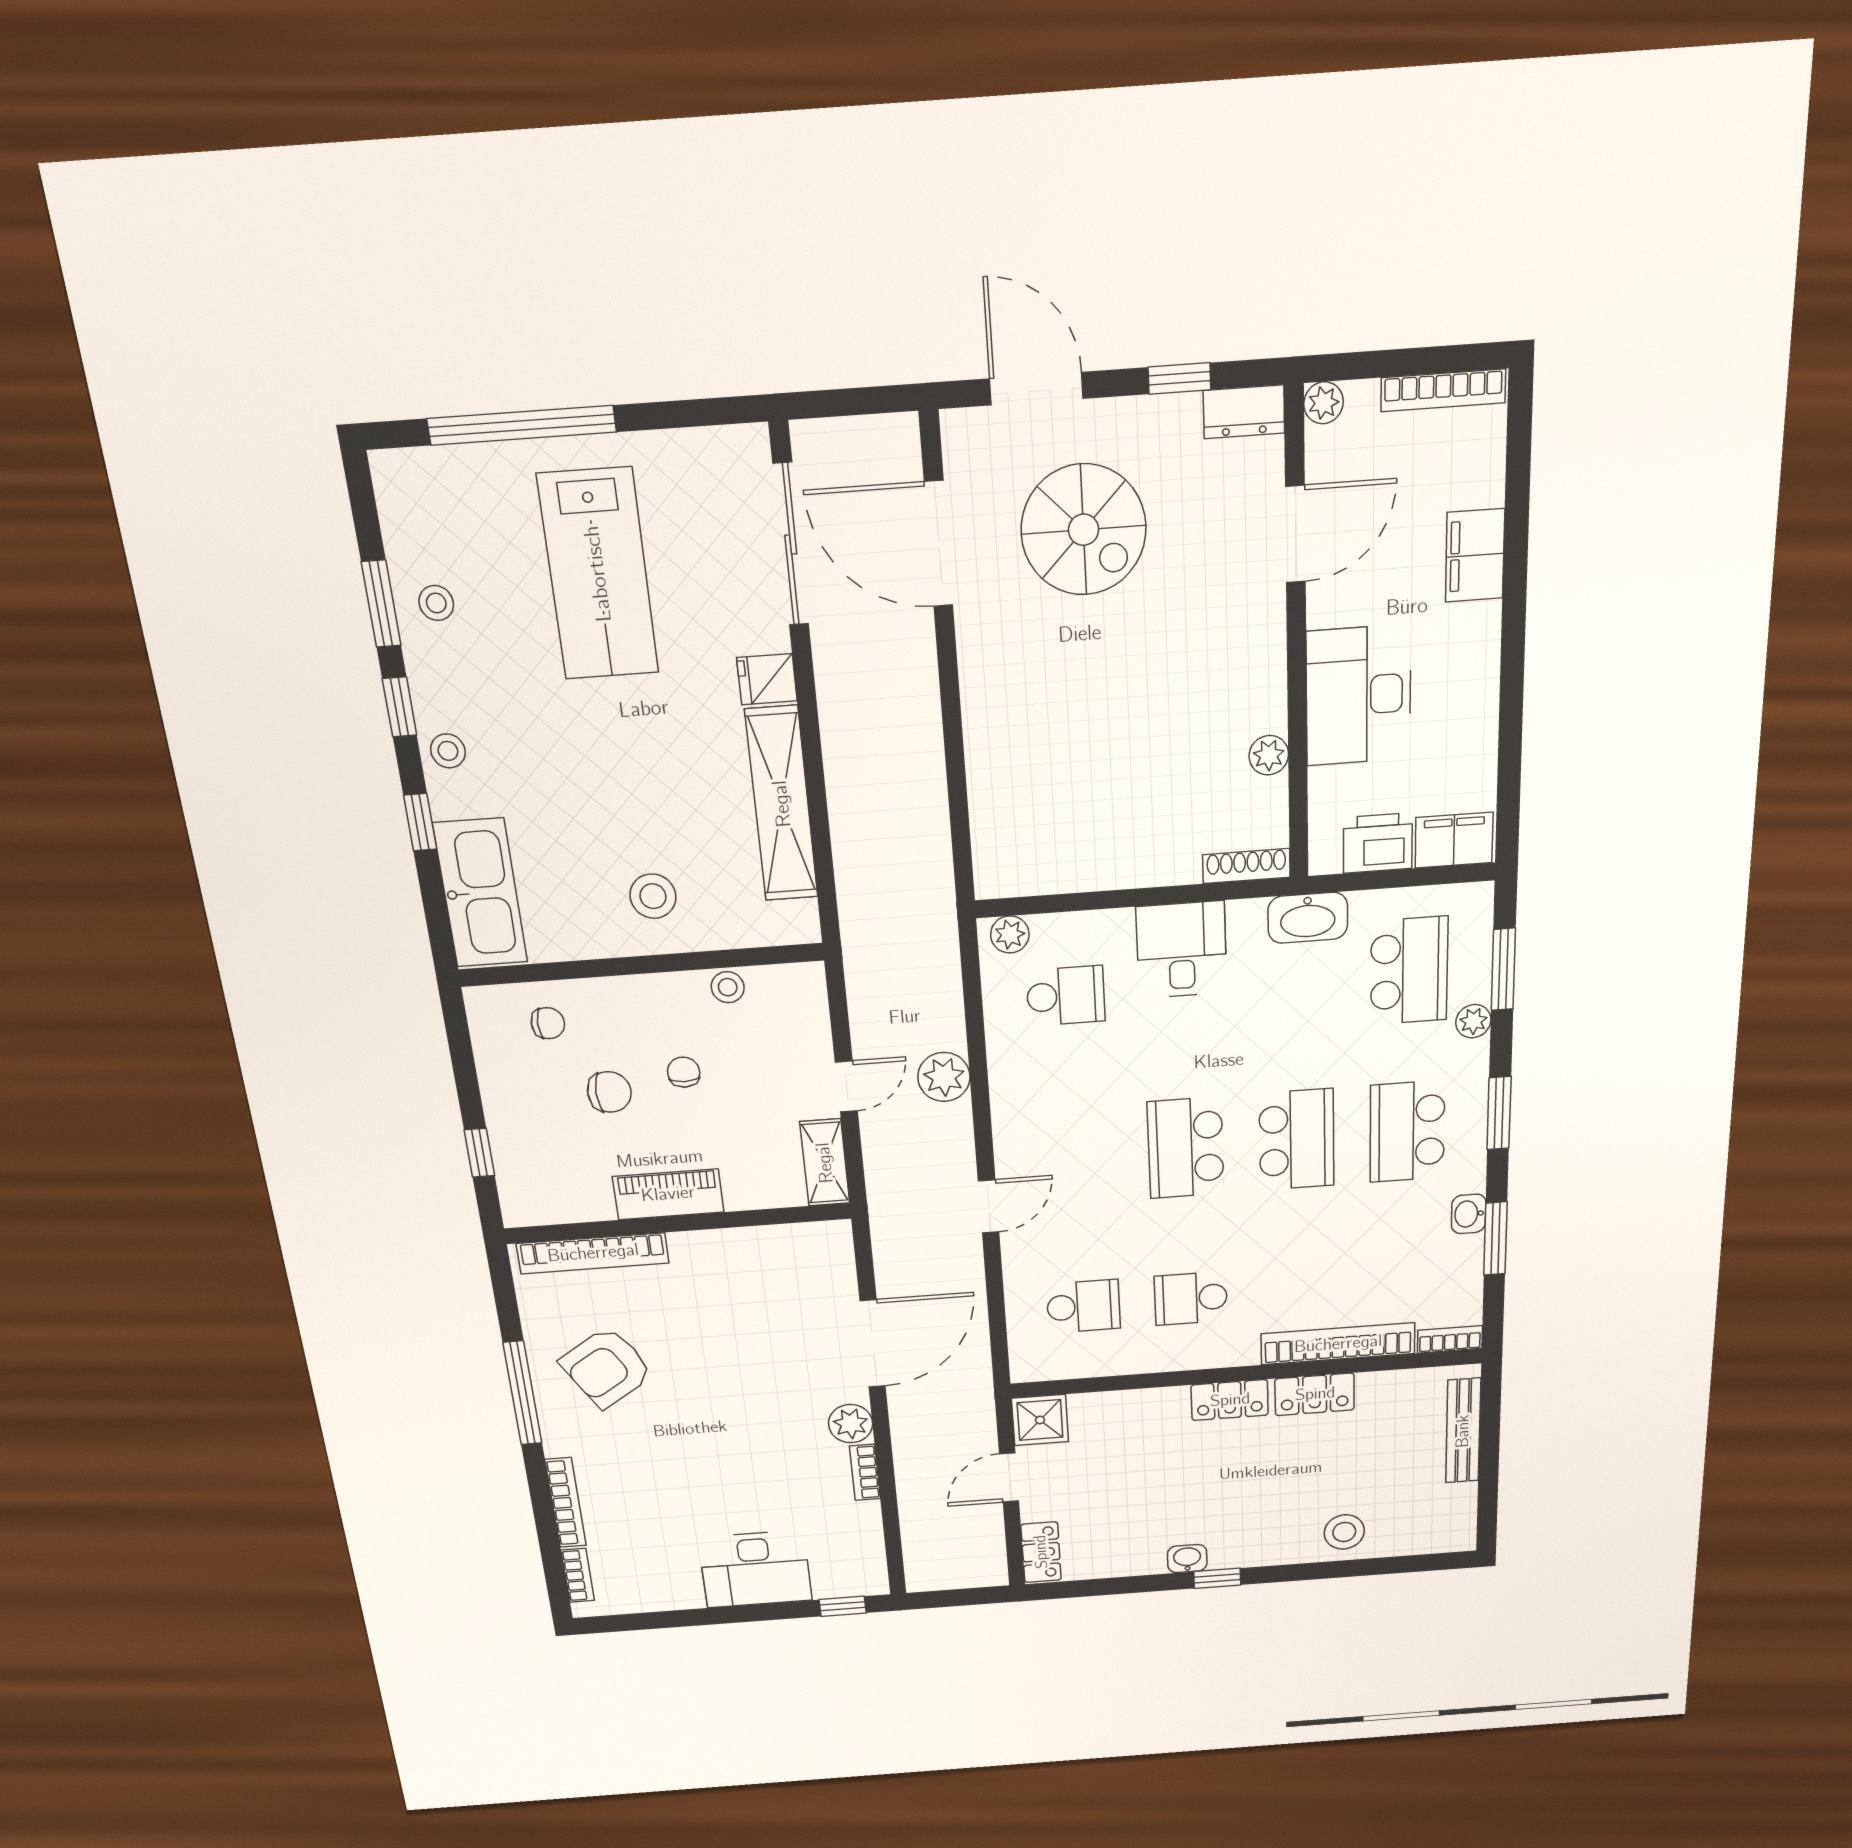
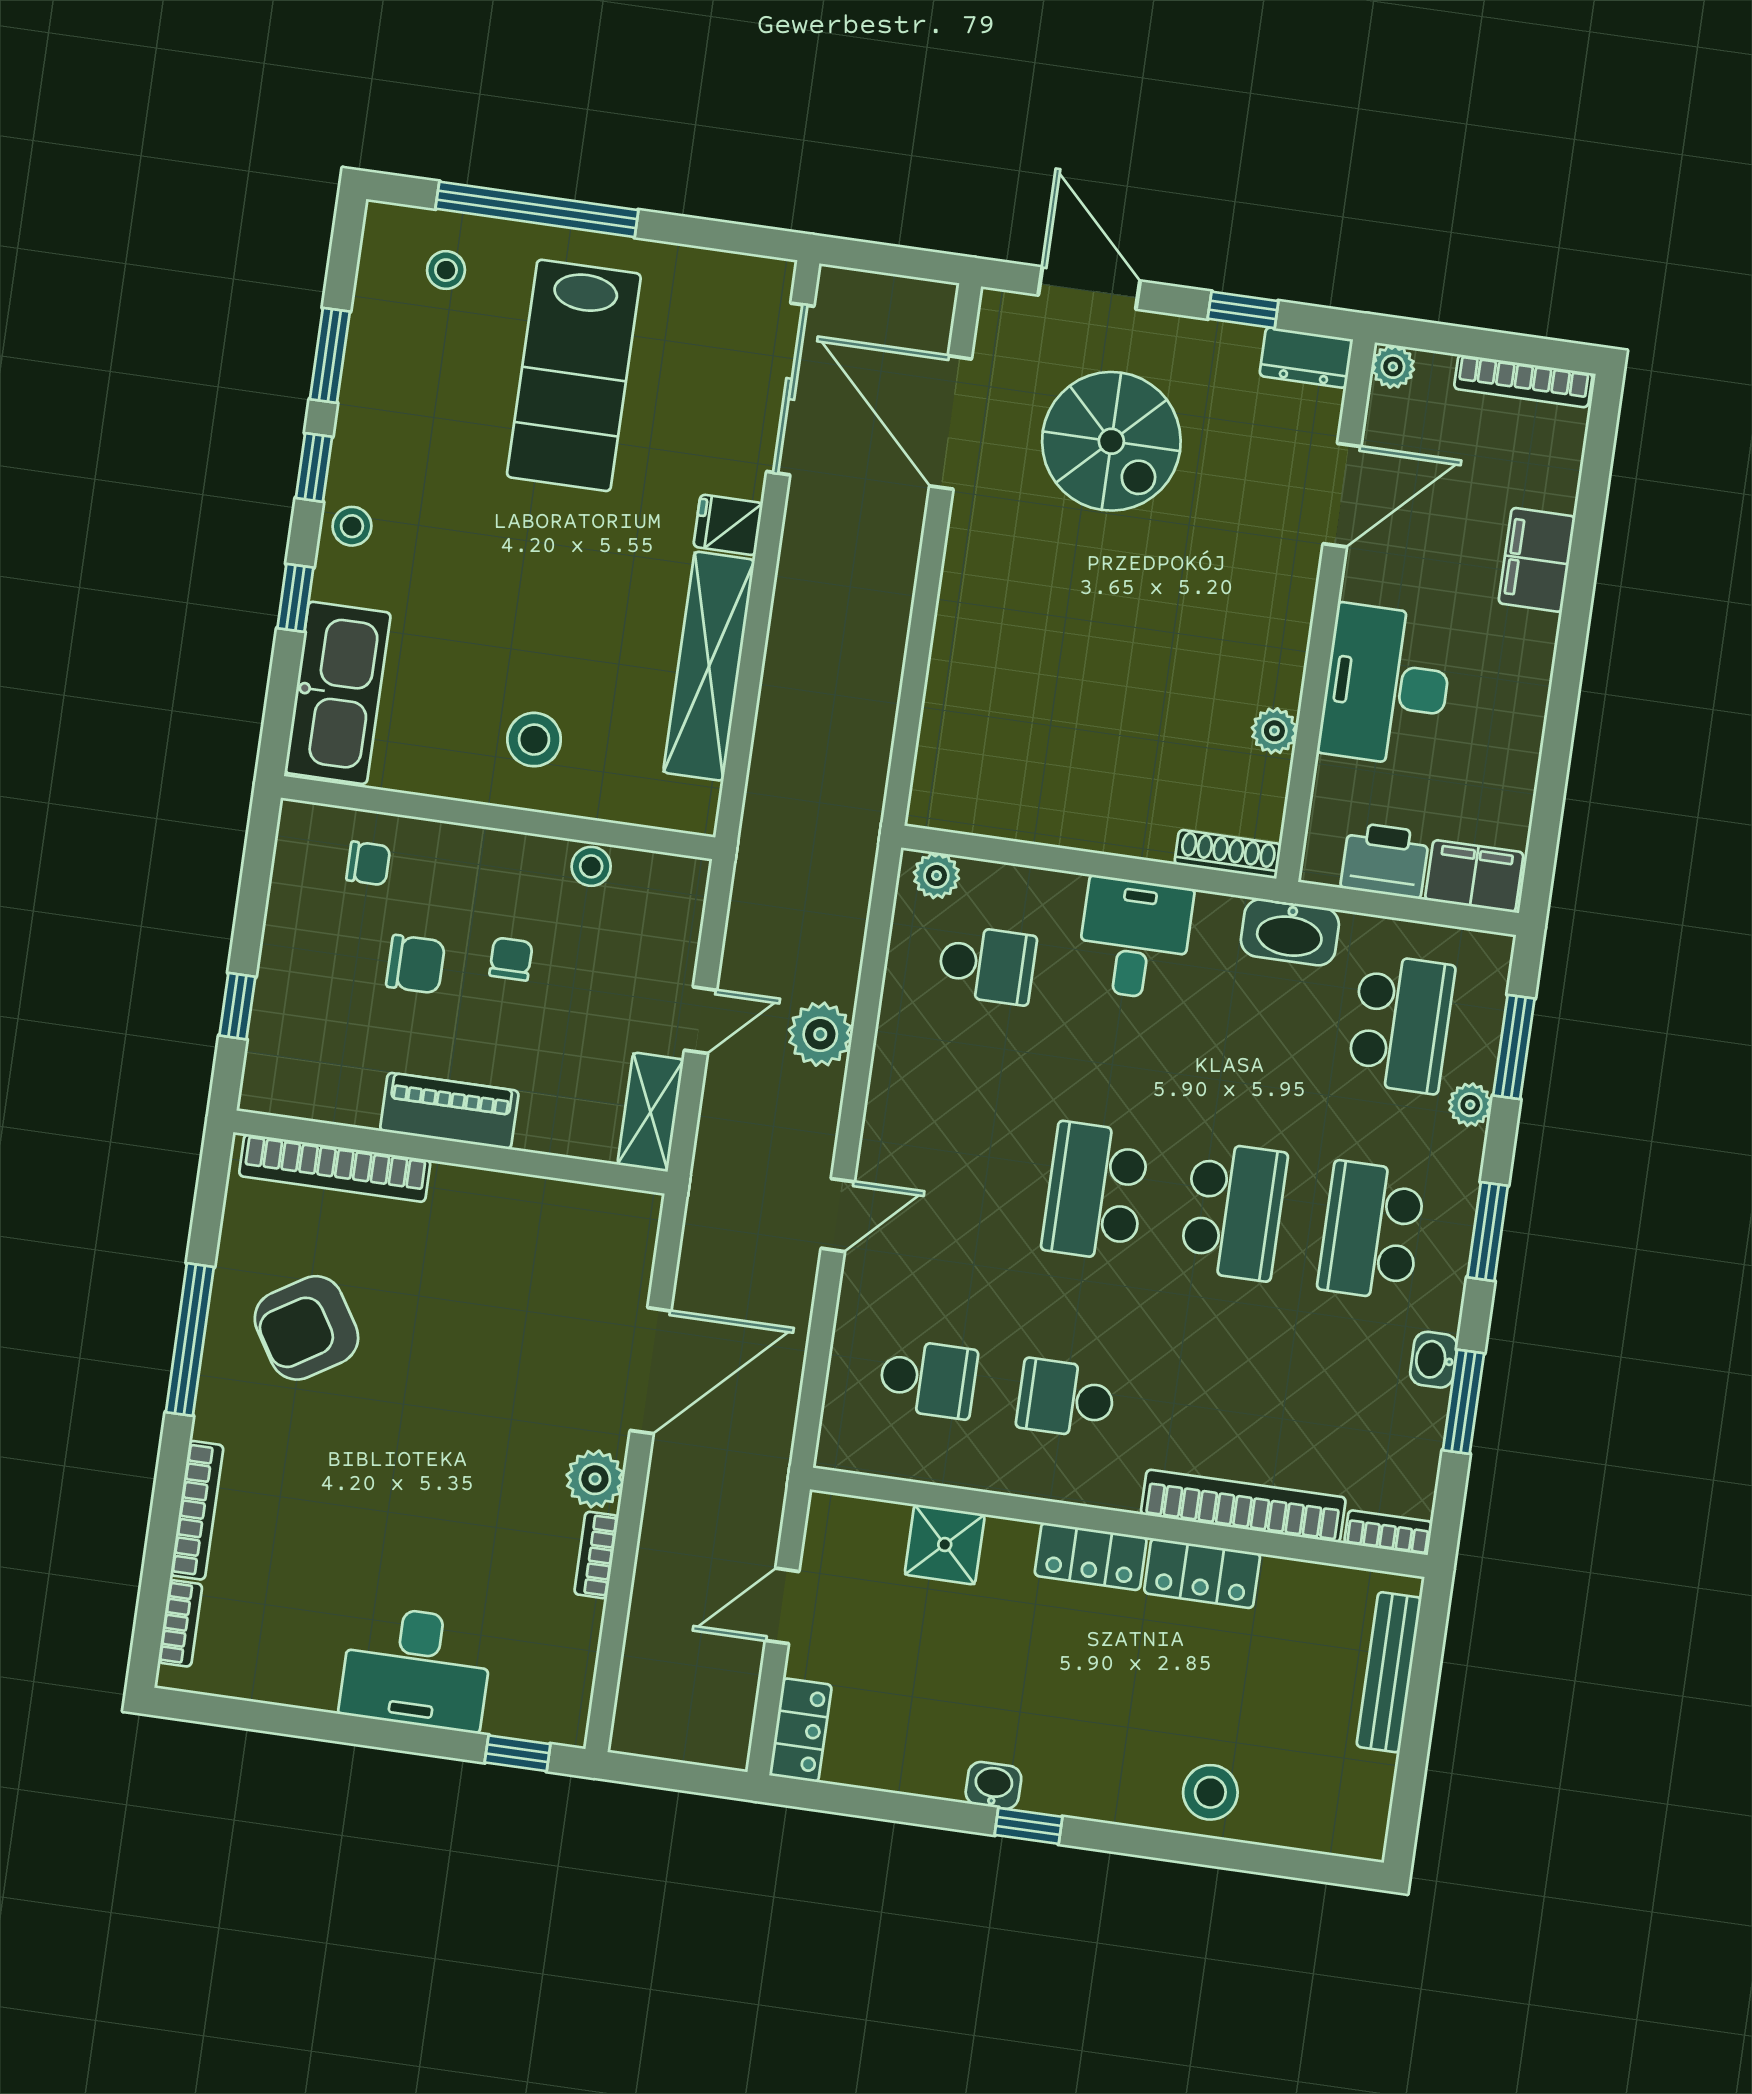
stool: (436, 603) -> (446, 270), moved
shower: (1040, 1420) -> (945, 1545), moved

